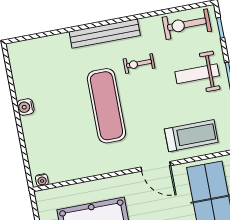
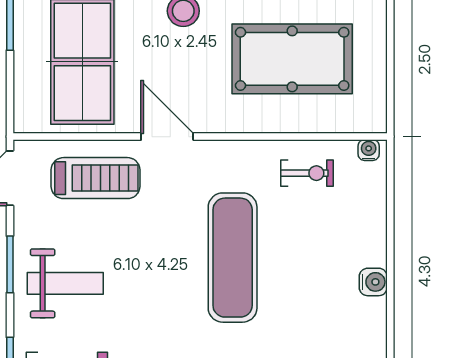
exercise bike: (139, 64) -> (307, 173), moved
treadmill: (191, 136) -> (95, 178), turned 180

